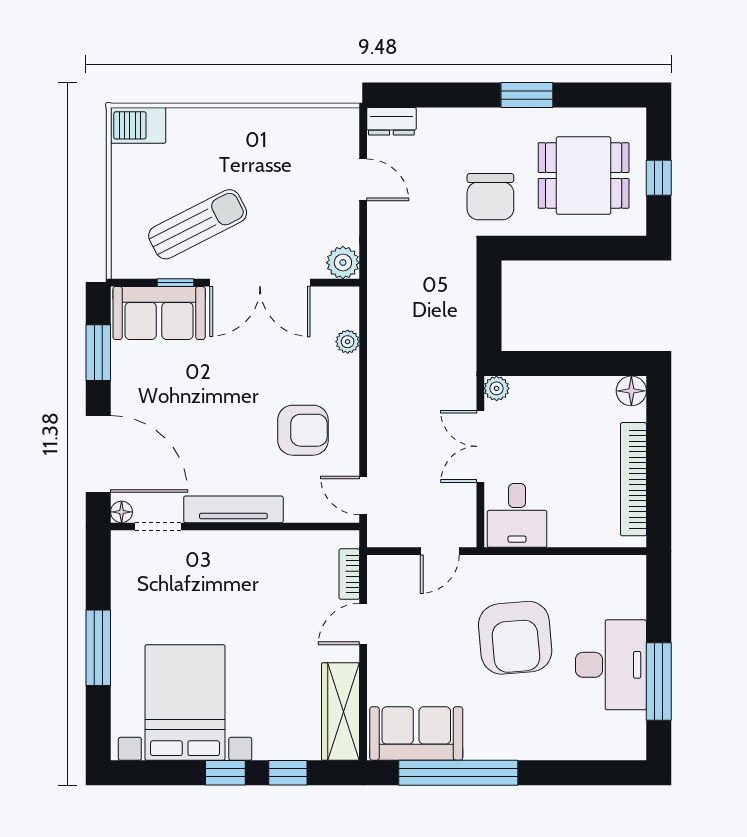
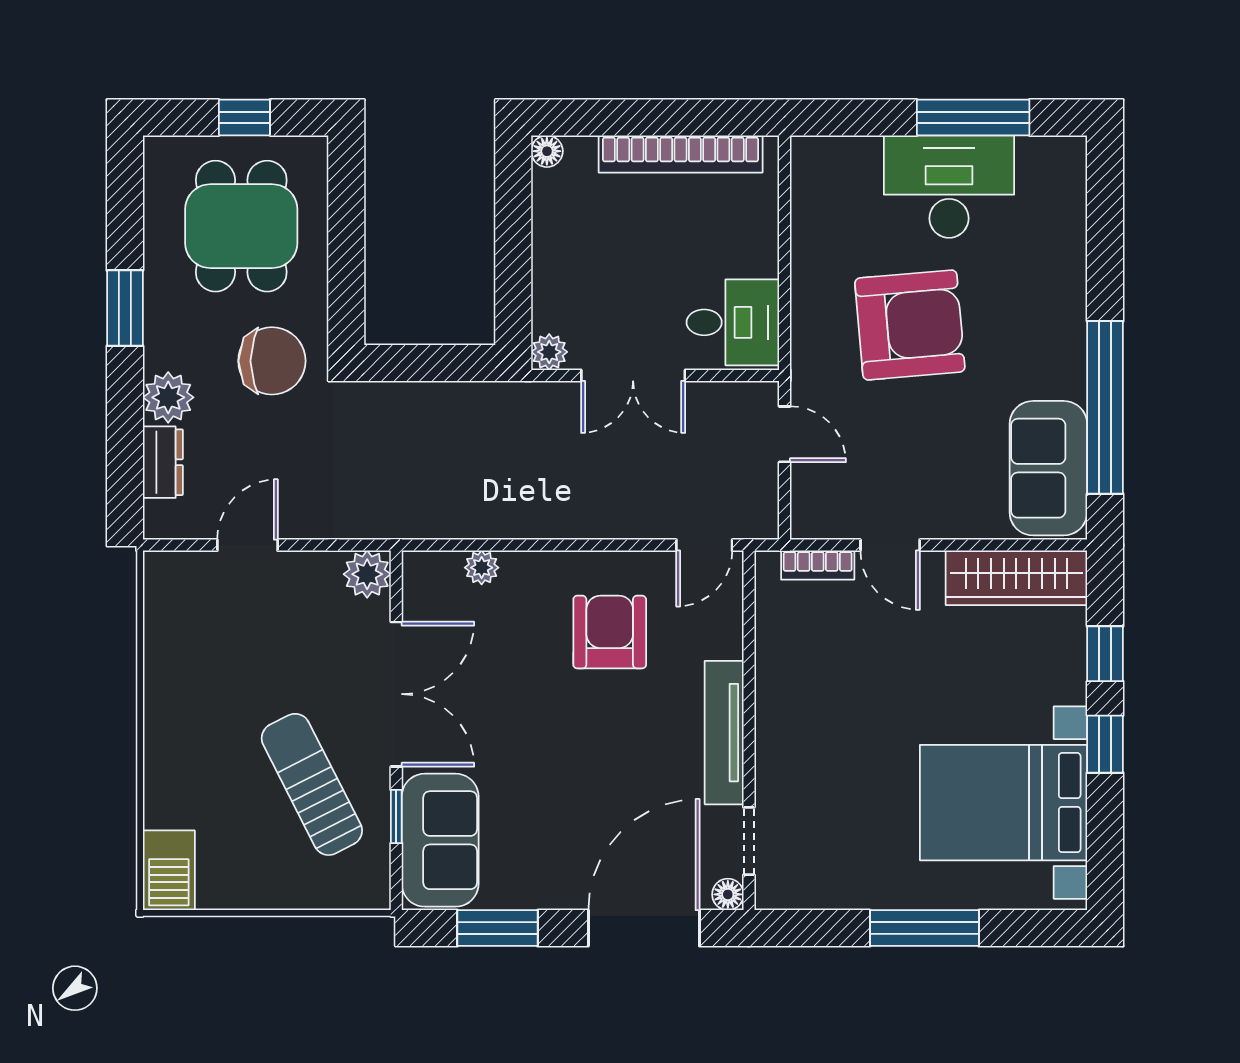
dresser: (391, 121) -> (163, 462), moved
plant: (465, 125) -> (168, 397), added
floor lamp: (631, 391) -> (547, 151), width x0.73, depth x0.73

